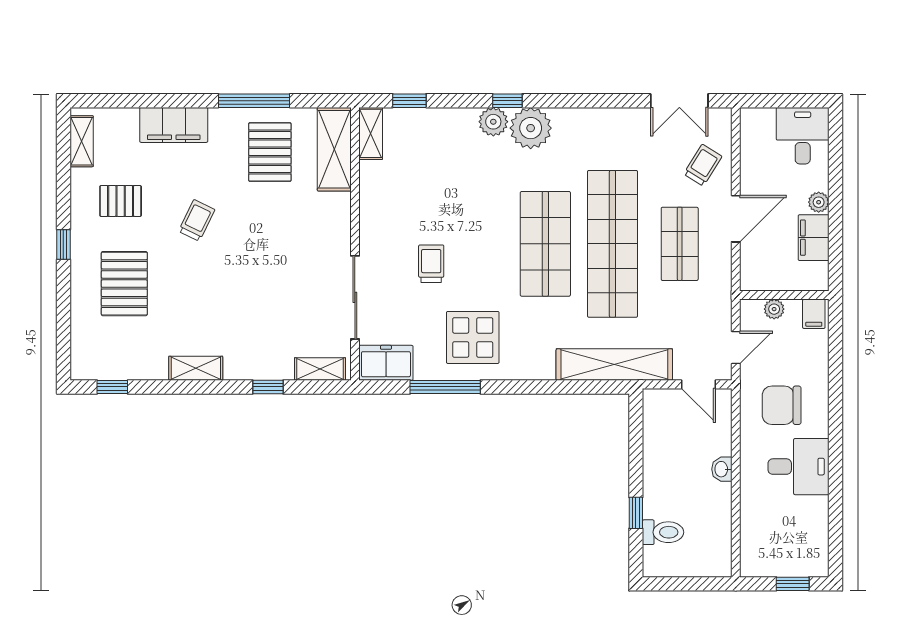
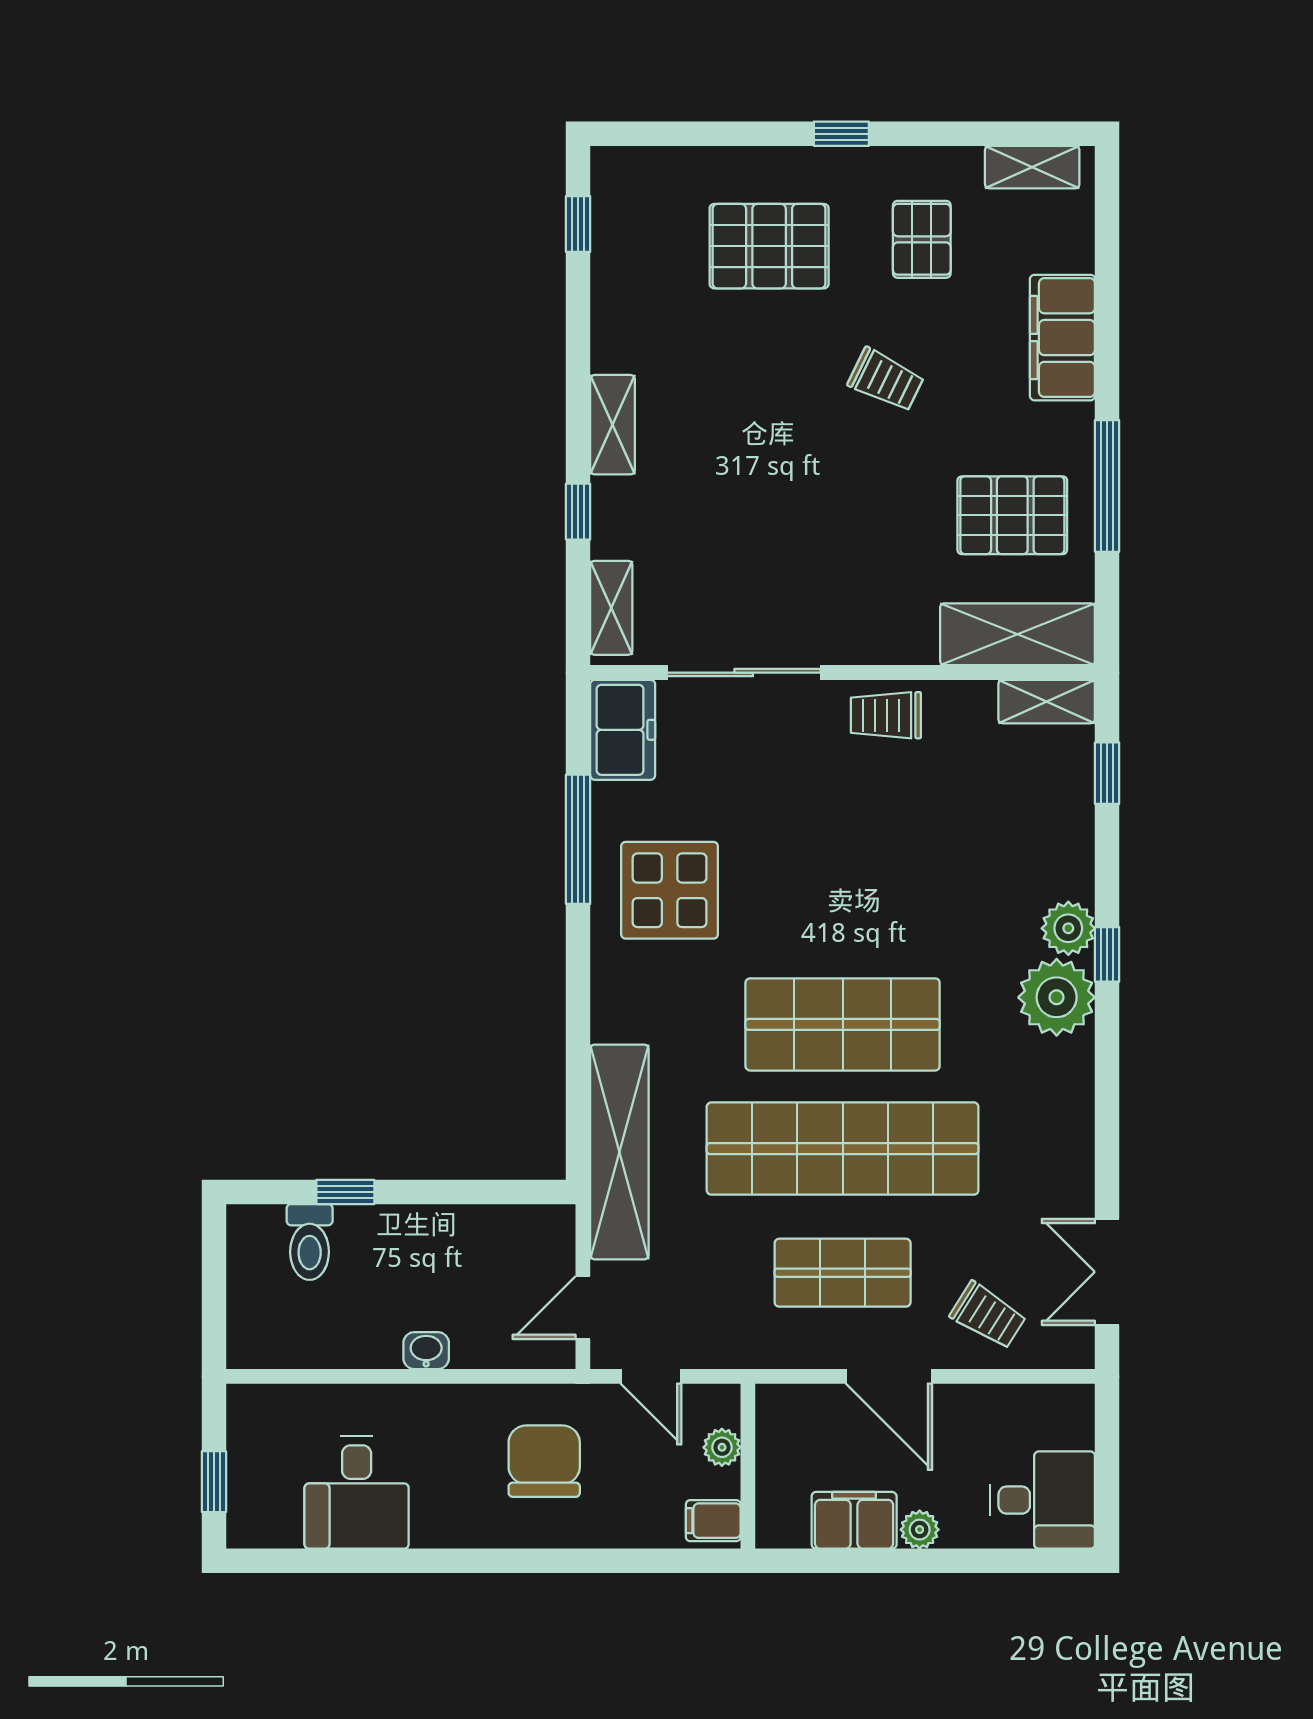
trolley: (431, 264) -> (886, 715), moved, turned 180
shelving: (196, 368) -> (613, 425), moved
desk: (799, 467) -> (357, 1492), moved

